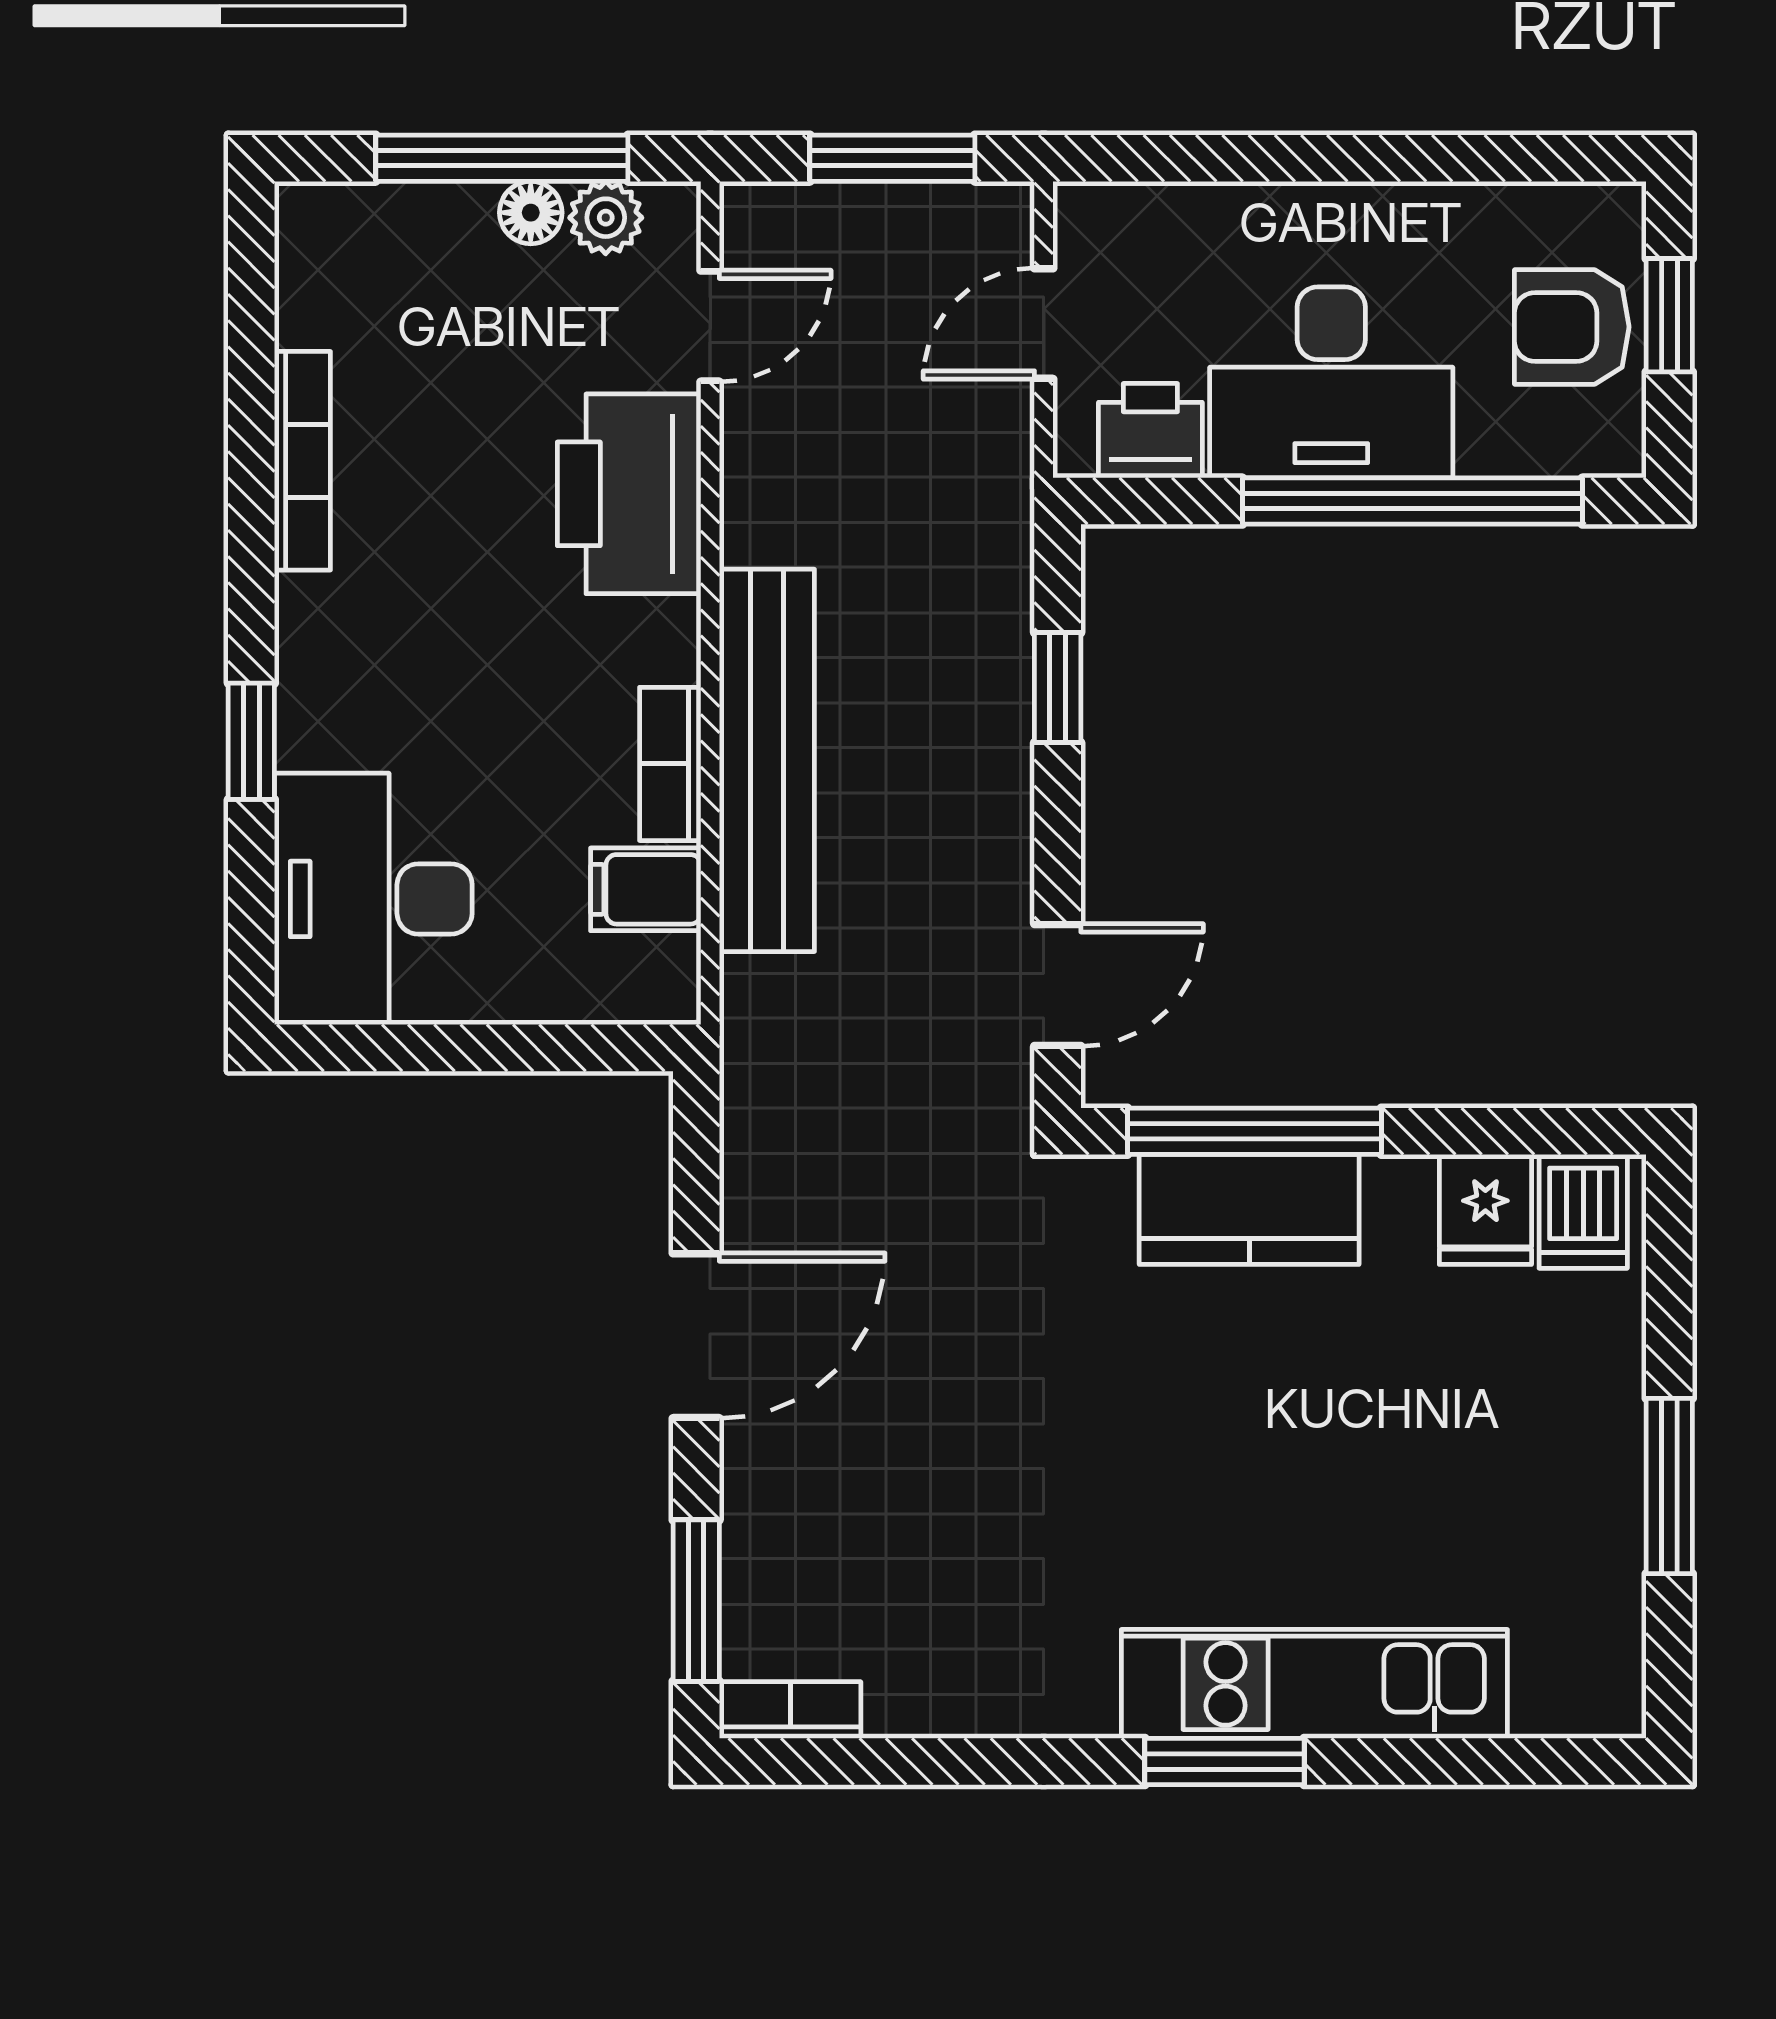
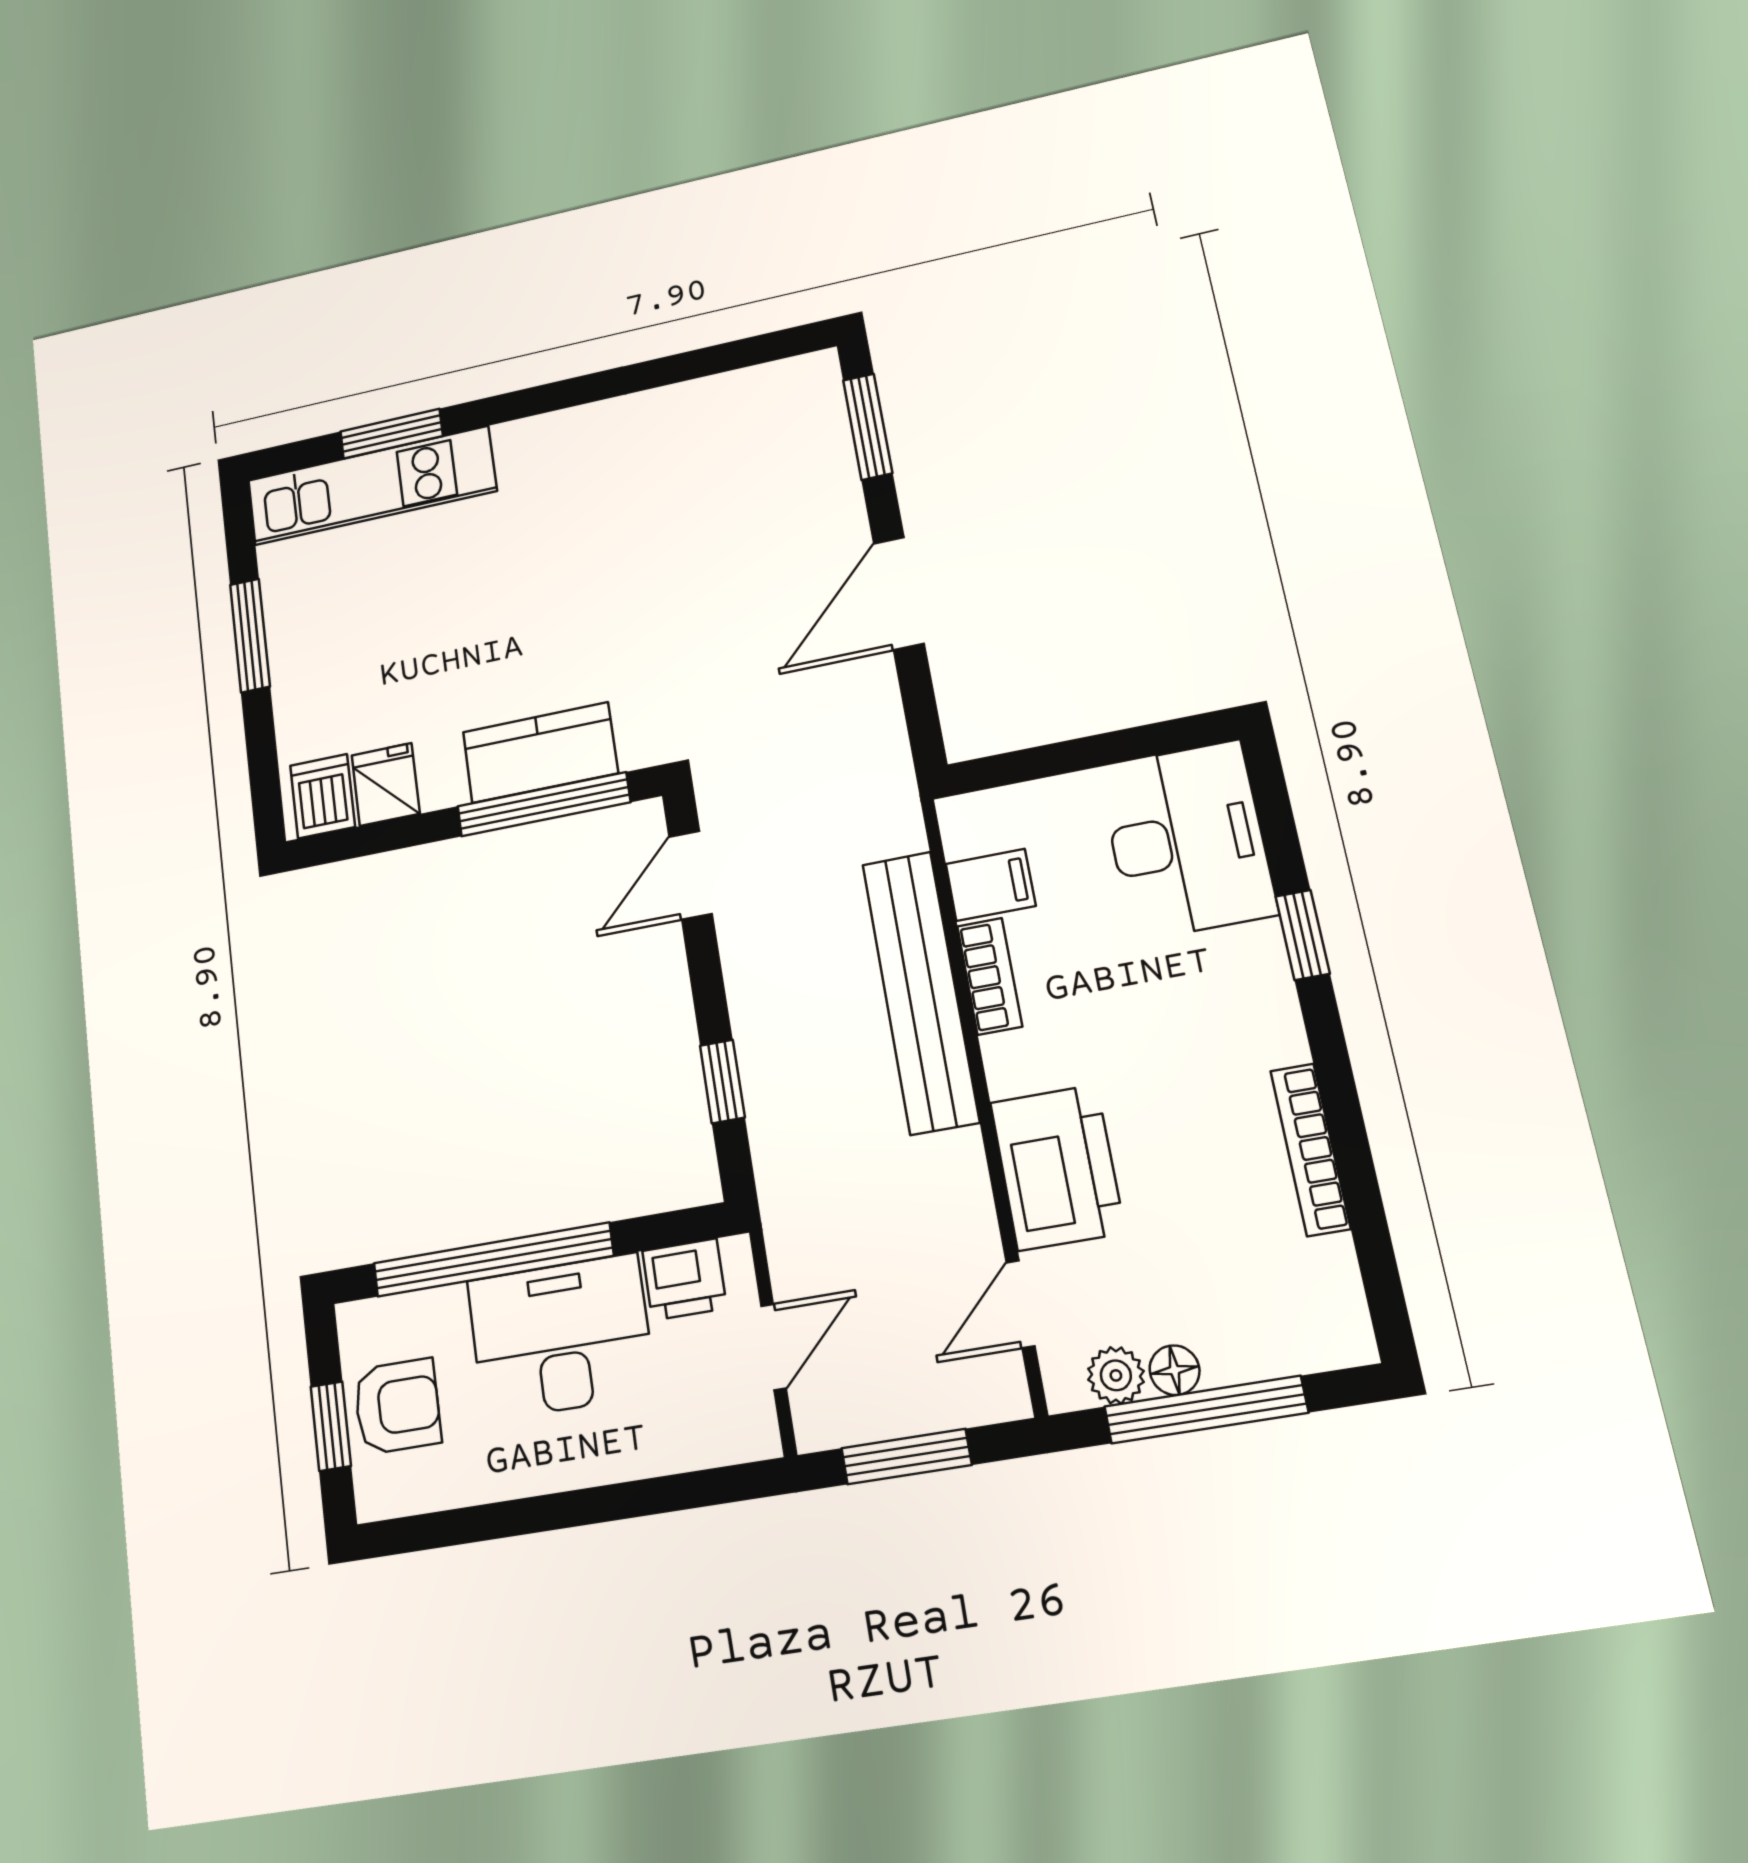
kitchen unit: (1314, 1684) -> (371, 486), moved
bookcase: (790, 1710) -> (793, 374), removed
window: (1224, 1761) -> (391, 434), moved

